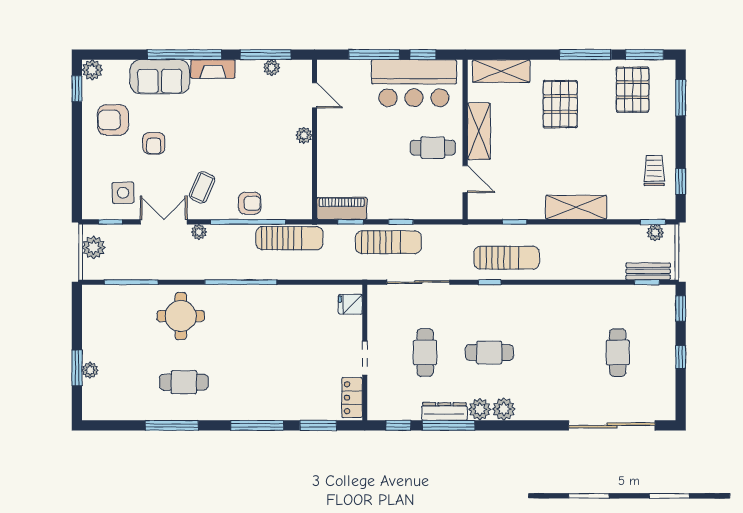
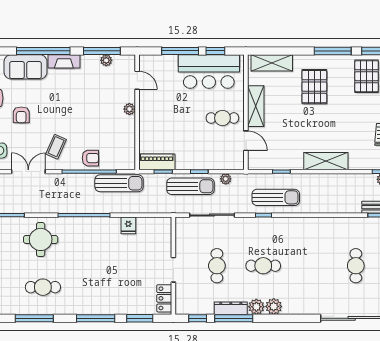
plant: (199, 232) -> (226, 179), moved
fridge: (350, 304) -> (128, 225), moved, turned -90

